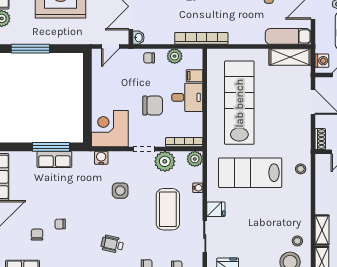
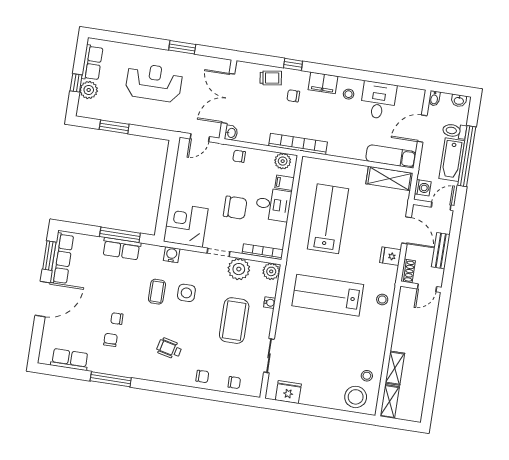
window: (30, 49) -> (114, 127), width x0.69
plant: (175, 56) -> (283, 161), moved
lab bench: (239, 103) -> (328, 219), width x0.73
coffee table: (93, 194) -> (157, 292), added
fridge: (216, 209) -> (390, 256), moved, turned 180
chair: (37, 235) -> (110, 340), moved

